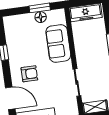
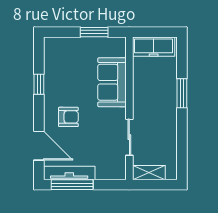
floor lamp: (41, 17) -> (94, 44), removed

